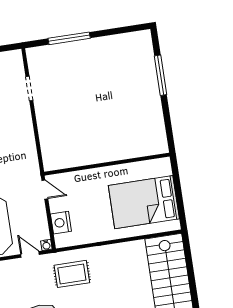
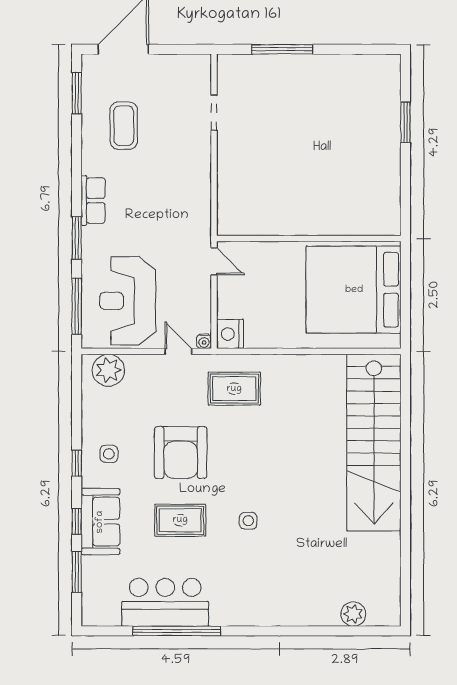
window: (161, 75) -> (405, 122), width x0.69
bed: (144, 202) -> (354, 290), width x1.36
nightstand: (61, 223) -> (230, 334), moved

